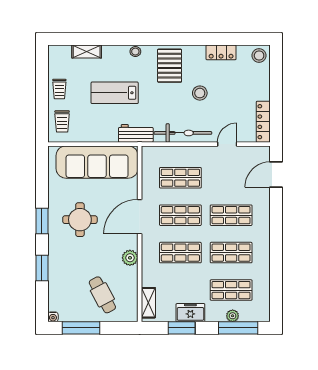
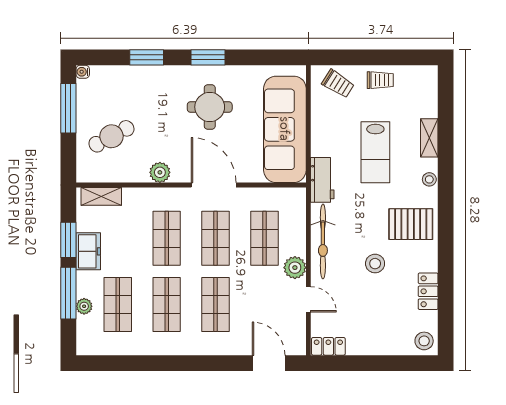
shelving: (87, 52) -> (429, 138), moved
trolley: (59, 89) -> (380, 80), turned 180
lab bench: (115, 93) -> (375, 152), turned 180
trolley: (62, 121) -> (338, 84), turned -148
locker: (263, 122) -> (328, 346), width x0.66
plant: (203, 154) -> (295, 268), added
window: (238, 328) -> (68, 293), moved

